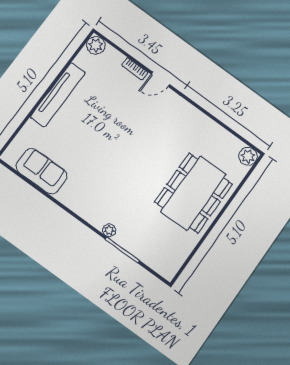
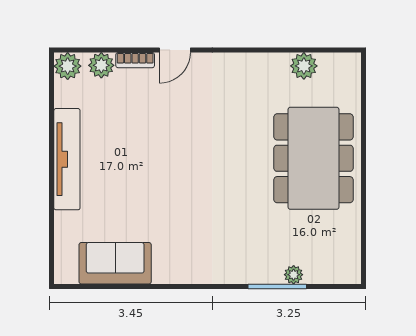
plant: (114, 58) -> (101, 65), added
plant: (248, 156) -> (304, 66), moved
plant: (109, 230) -> (294, 275), moved

